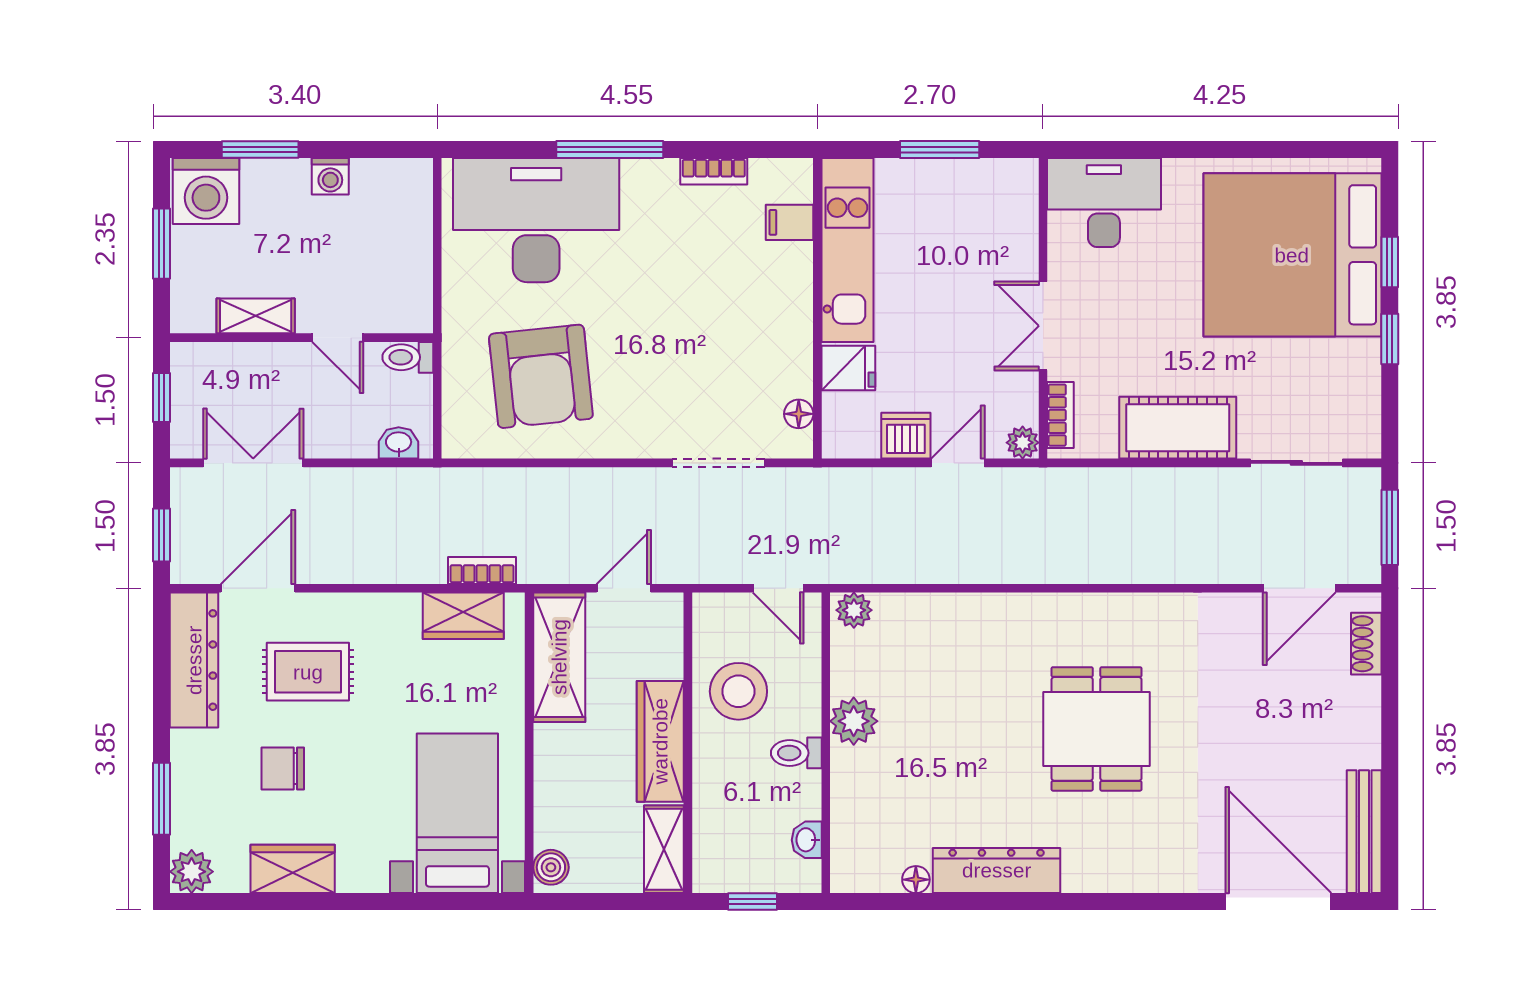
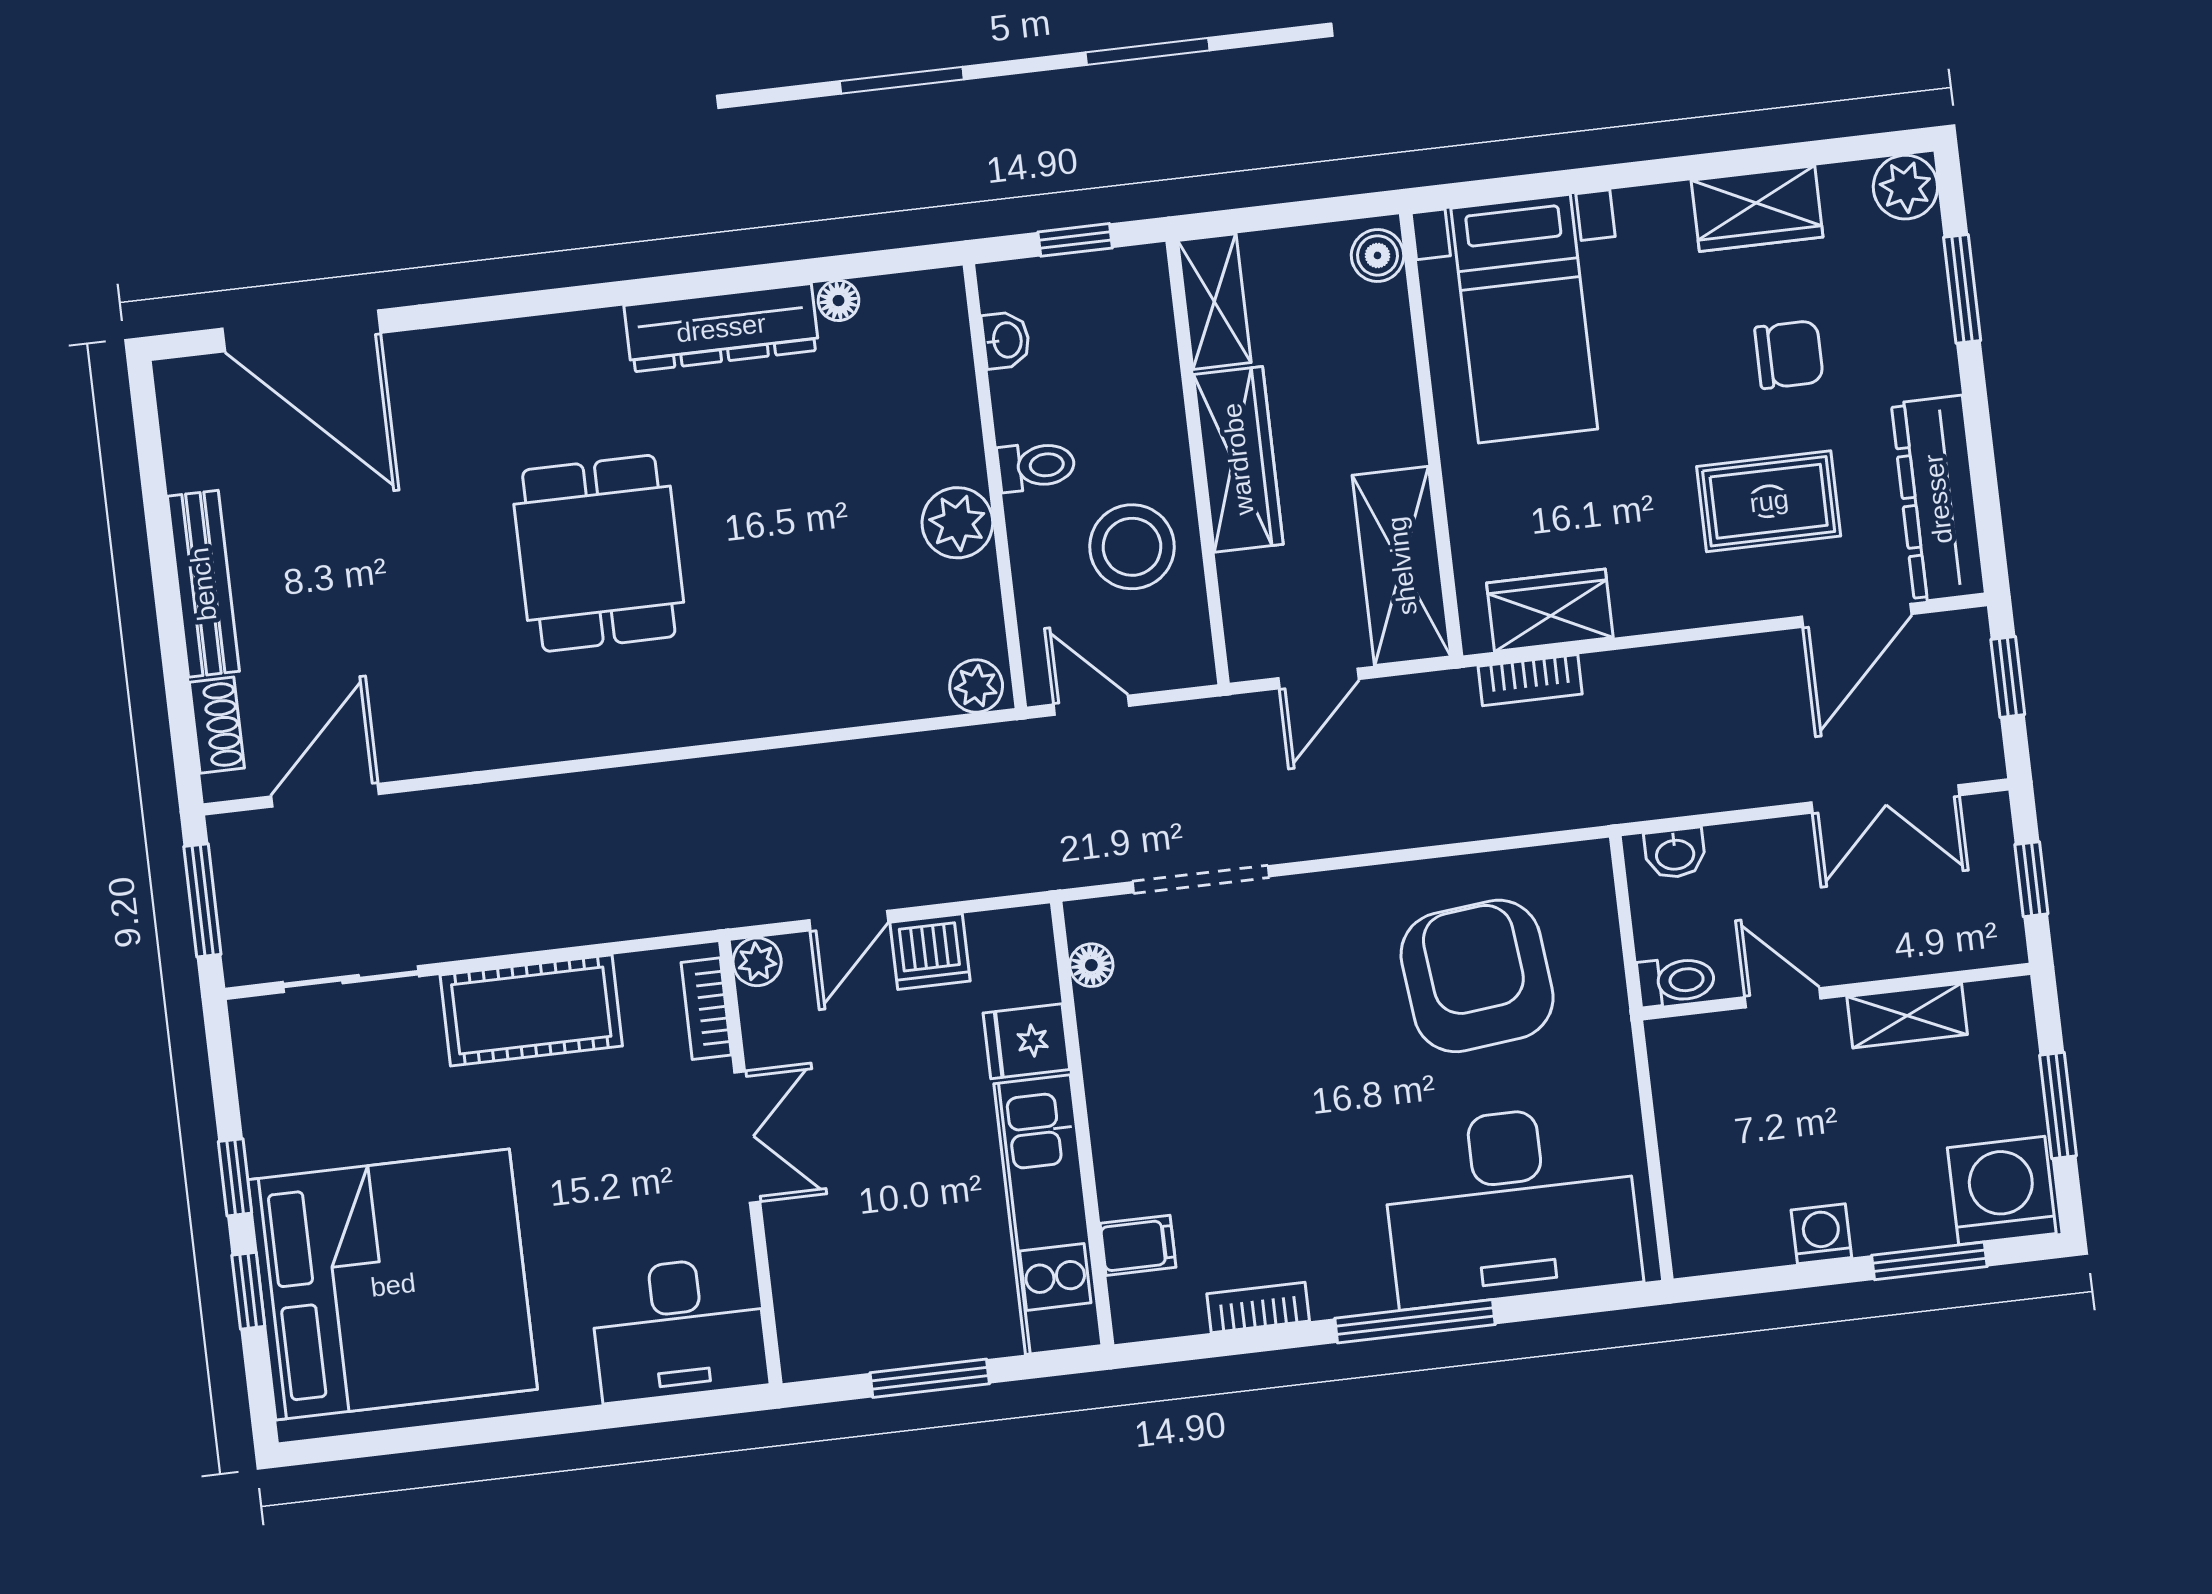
bench: (1364, 832) -> (203, 584), moved

